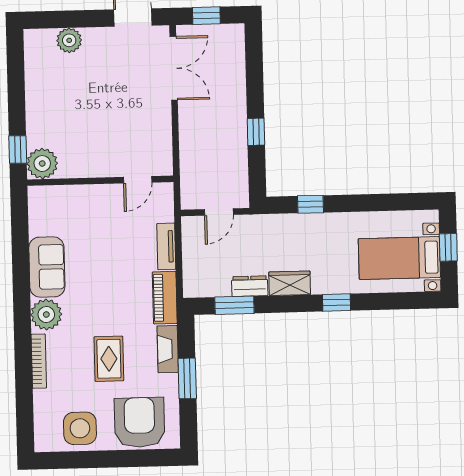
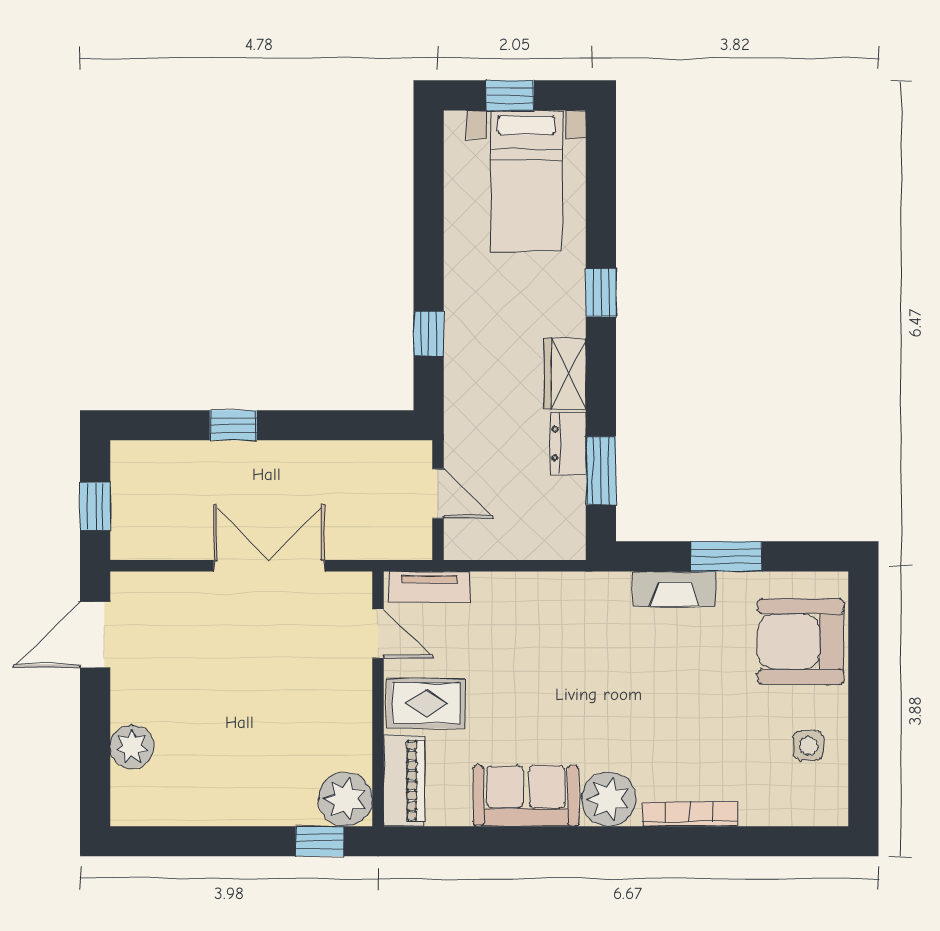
double door: (174, 68) -> (269, 566), moved
window: (256, 132) -> (233, 425), moved
tv unit: (166, 246) -> (429, 587), moved
piano: (165, 298) -> (404, 781), moved, turned -90
rug: (109, 359) -> (426, 703), moved
side table: (80, 428) -> (808, 746), width x0.54, depth x0.54

